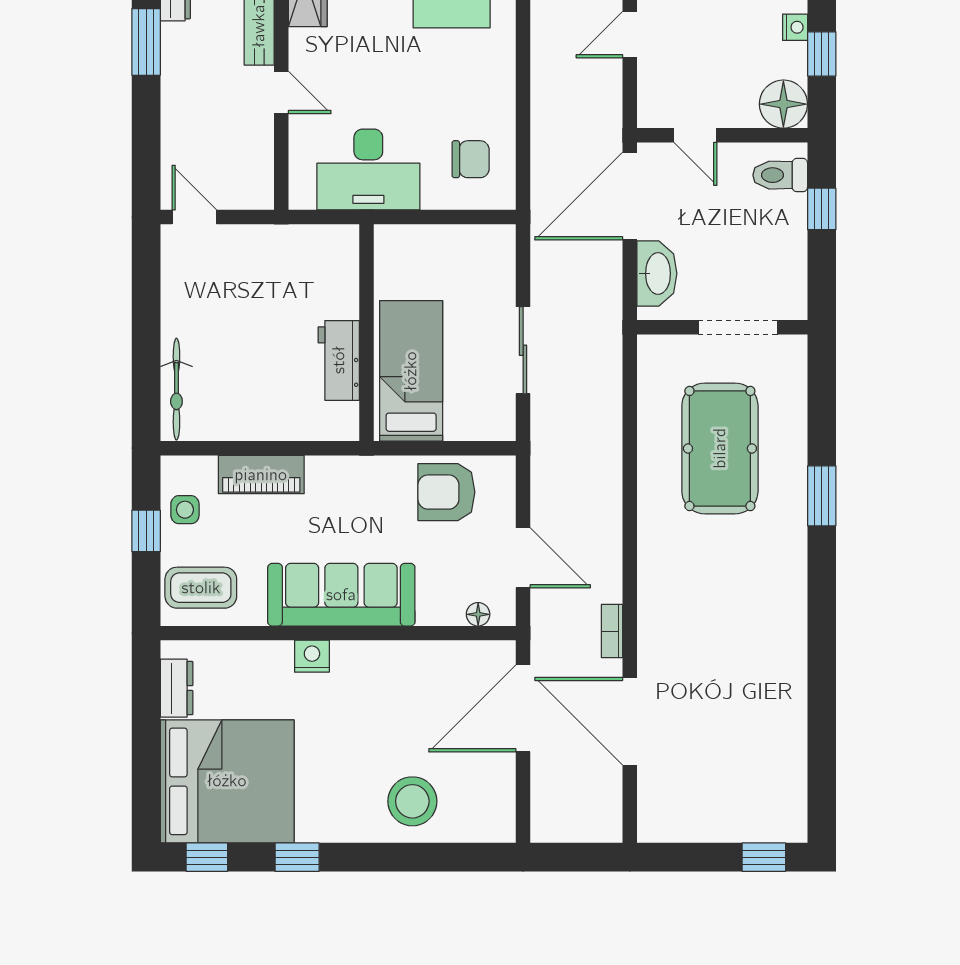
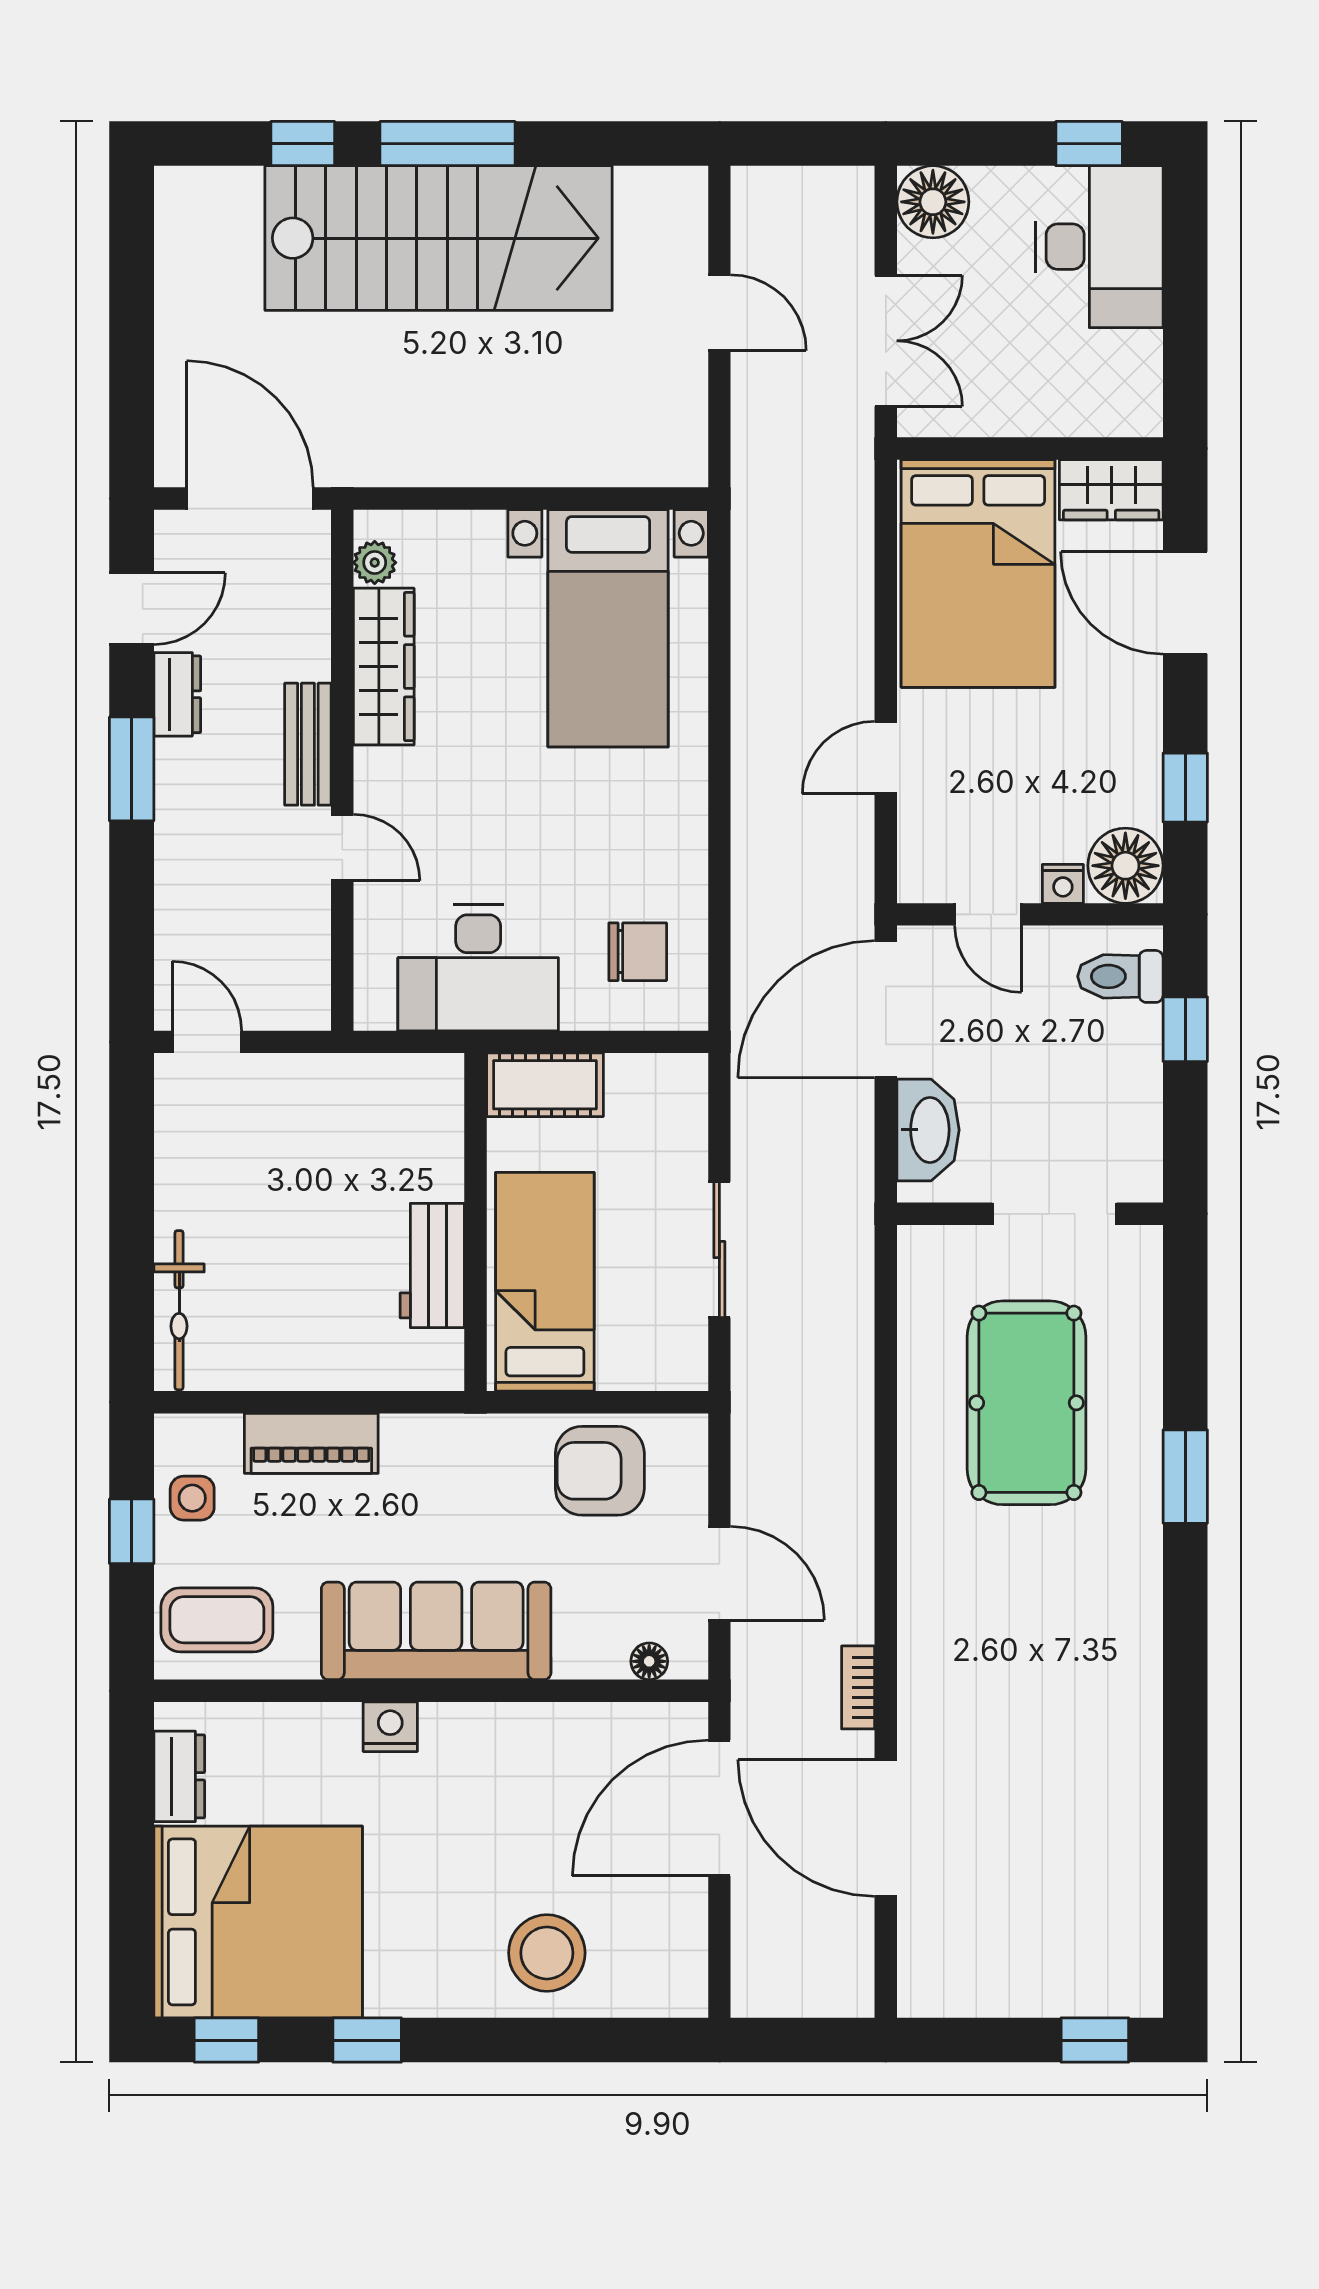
nightstand: (795, 27) -> (1063, 884), moved, turned 90
cot: (411, 245) -> (545, 1085), added

